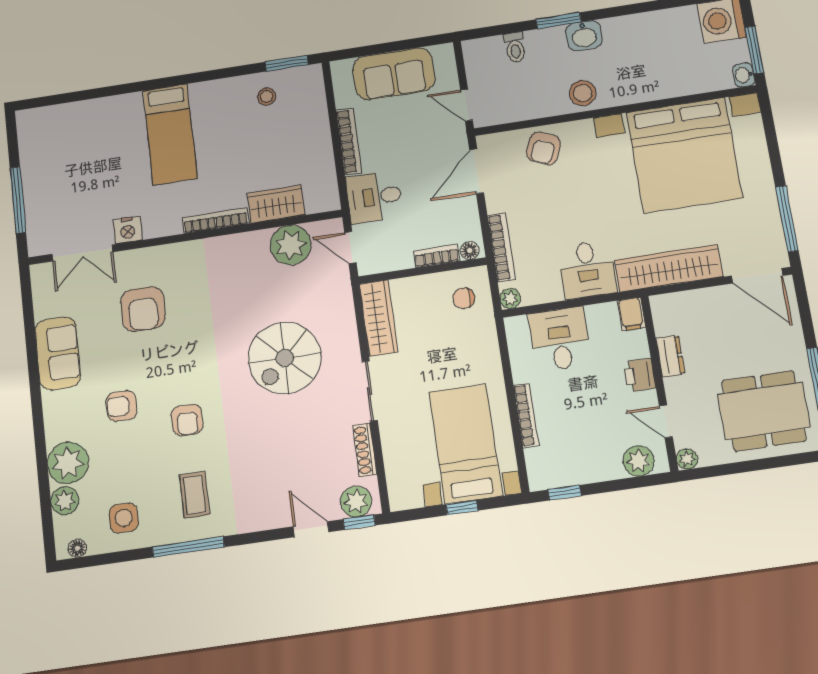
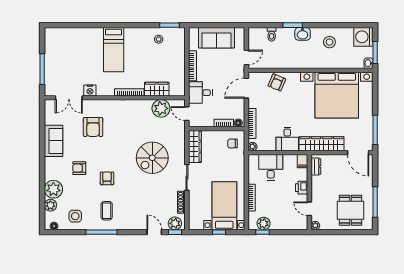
stool: (583, 93) -> (329, 42), moved
door: (467, 105) -> (246, 57), swing flipped
dresser: (670, 356) -> (316, 167), moved
dining table: (764, 411) -> (350, 210), width x0.73
armchair: (187, 420) -> (107, 178), turned 180
plant: (638, 461) -> (264, 223), moved

